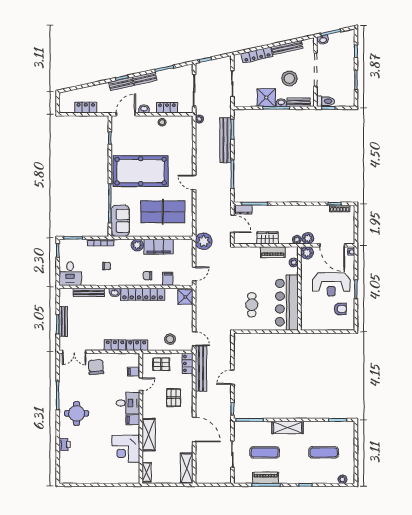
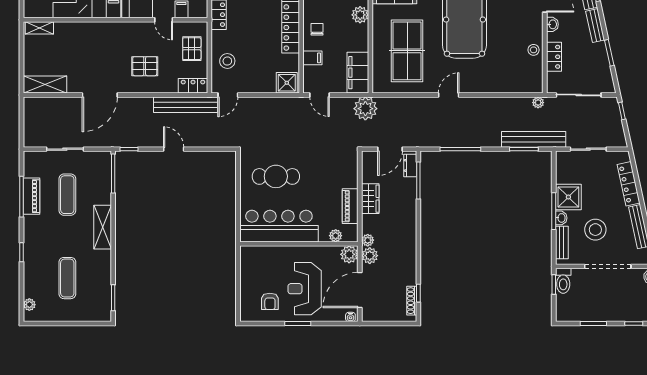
bench: (225, 140) -> (534, 139), moved
filing cabinet: (159, 247) -> (358, 73), moved
cafe table: (252, 305) -> (276, 176), width x1.37, depth x1.35
shelving: (149, 435) -> (93, 31), removed

